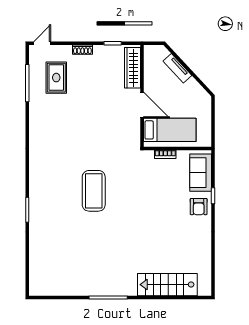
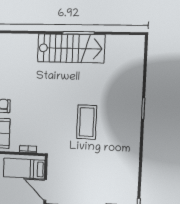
stairs: (167, 285) -> (71, 48), moved, width x1.36, depth x1.51

